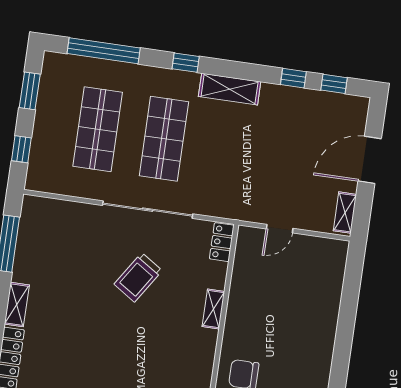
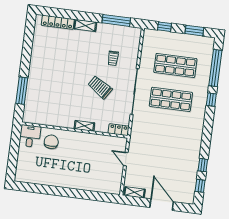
window: (186, 63) -> (211, 100), moved
shelving: (230, 89) -> (197, 133), removed
trolley: (82, 251) -> (113, 58), added

